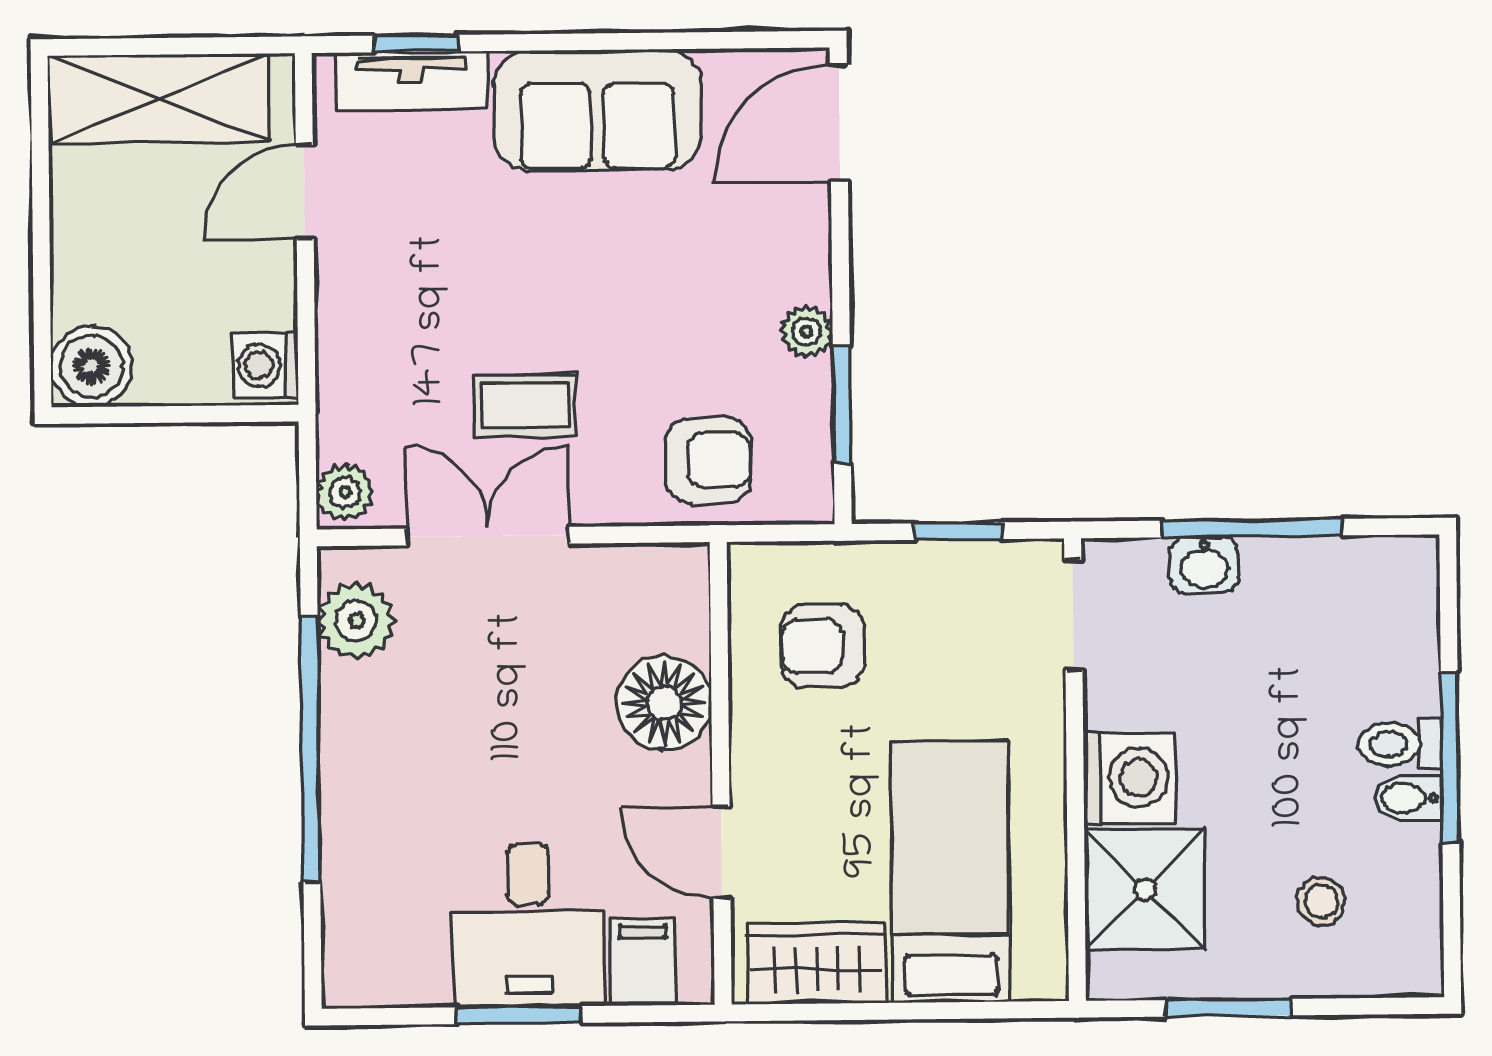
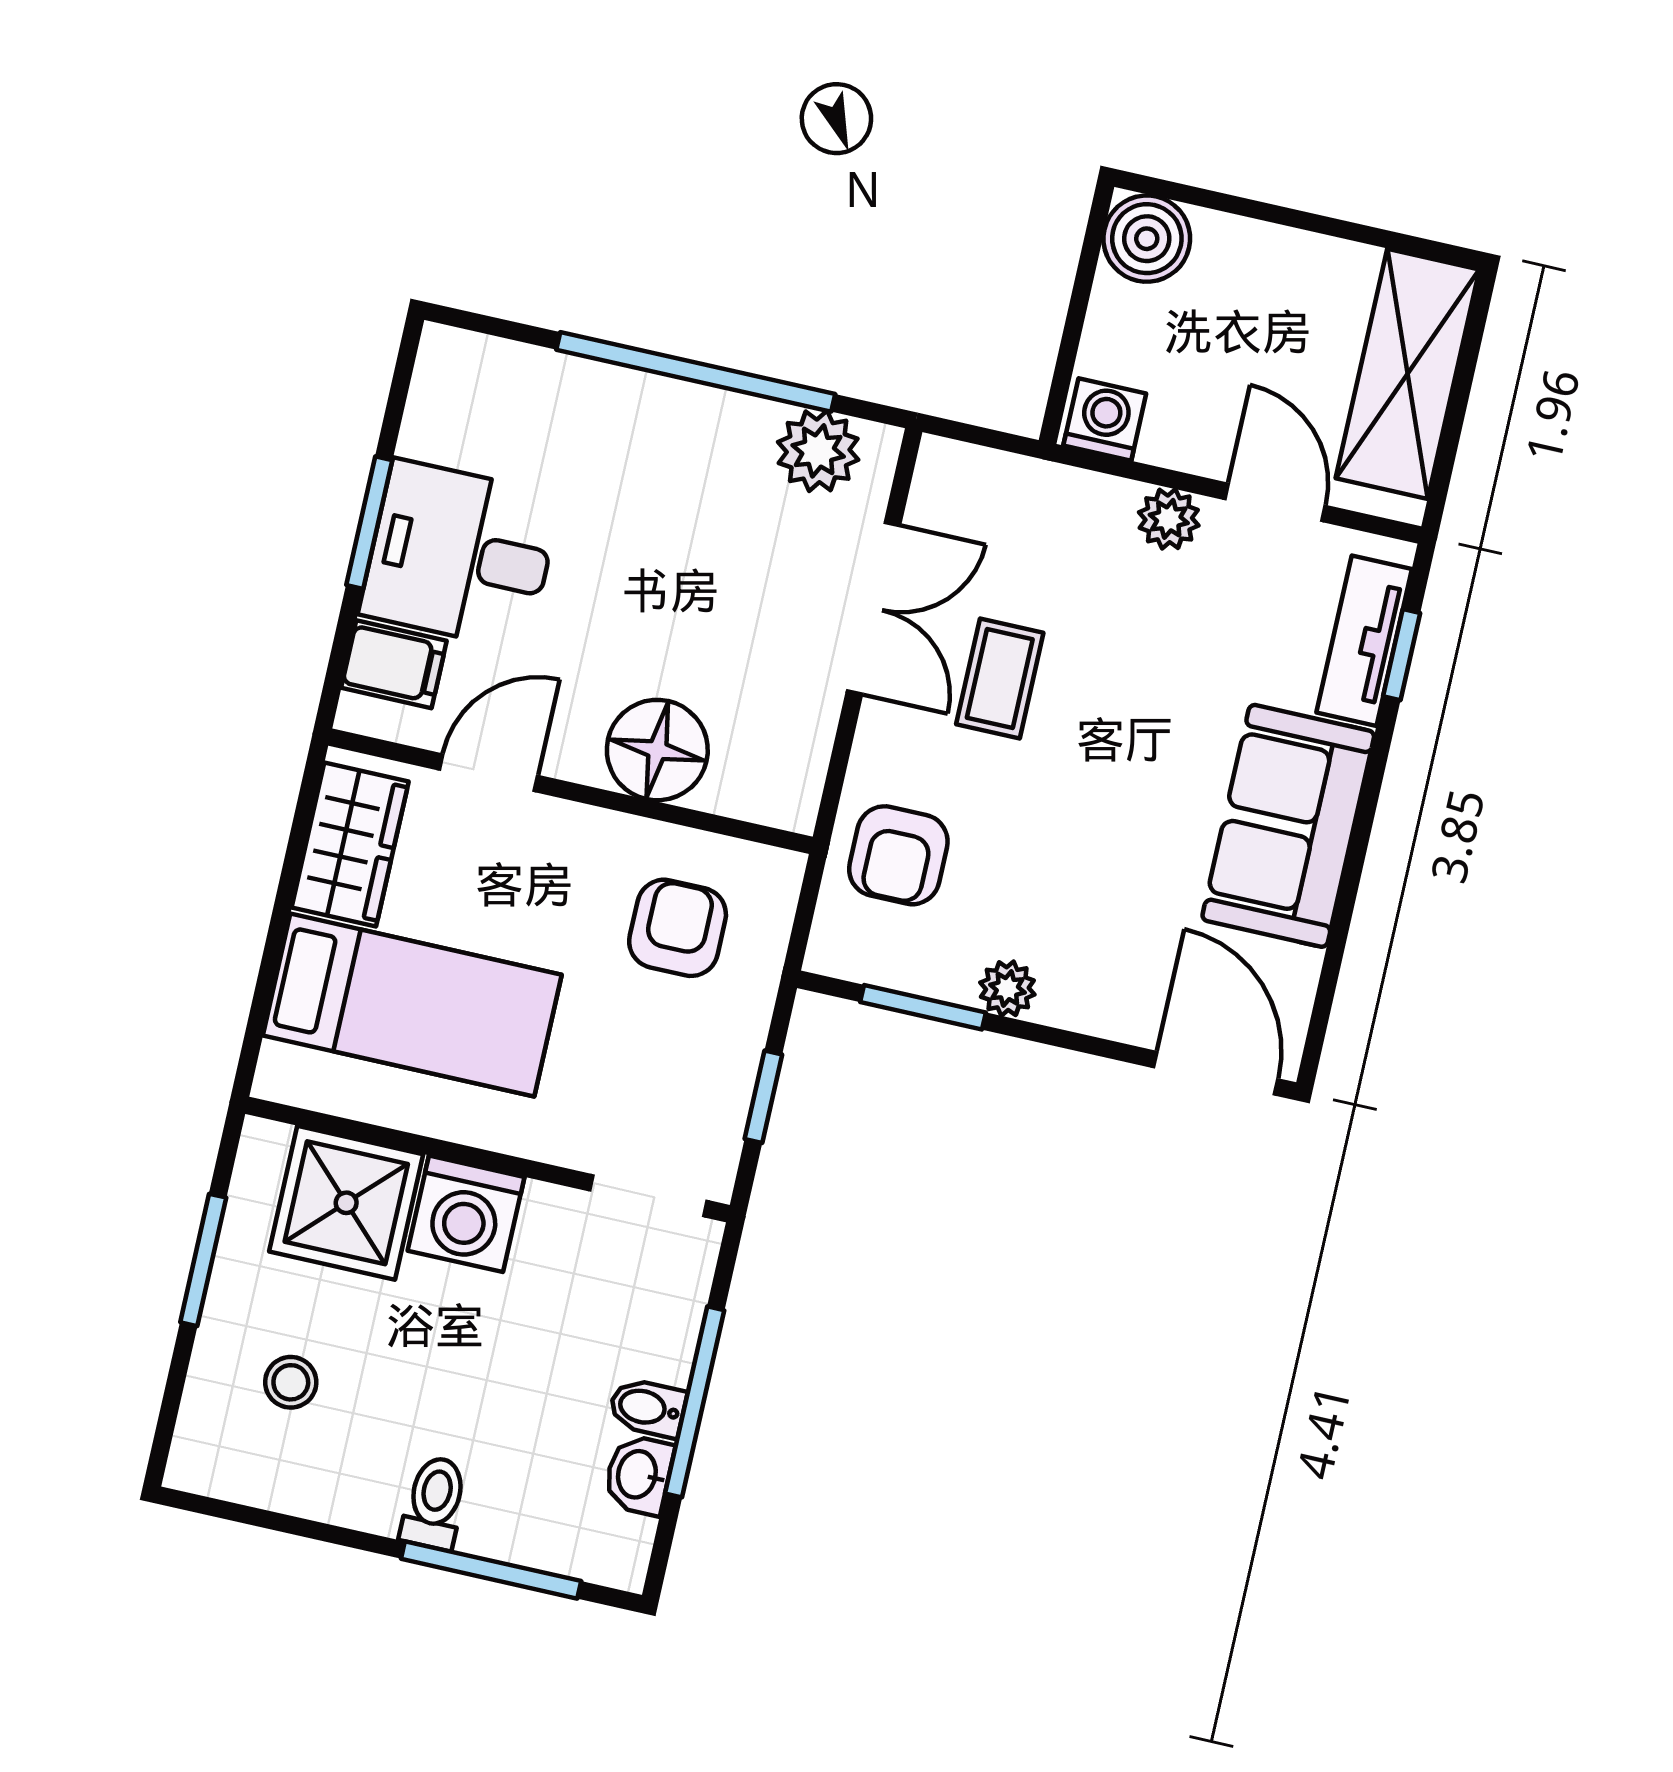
plant: (345, 492) -> (1169, 519), moved
washbasin: (1204, 565) -> (639, 1475), moved
window: (1450, 757) -> (491, 1570), moved
bidet: (1408, 798) -> (647, 1408), moved, turned -90

